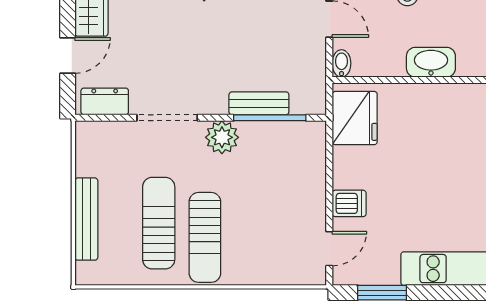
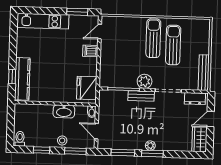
washbasin: (431, 62) -> (64, 111), moved
bench: (259, 103) -> (141, 96), moved
bench: (86, 219) -> (204, 73), moved
sun lounger: (159, 223) -> (173, 45), turned 180

